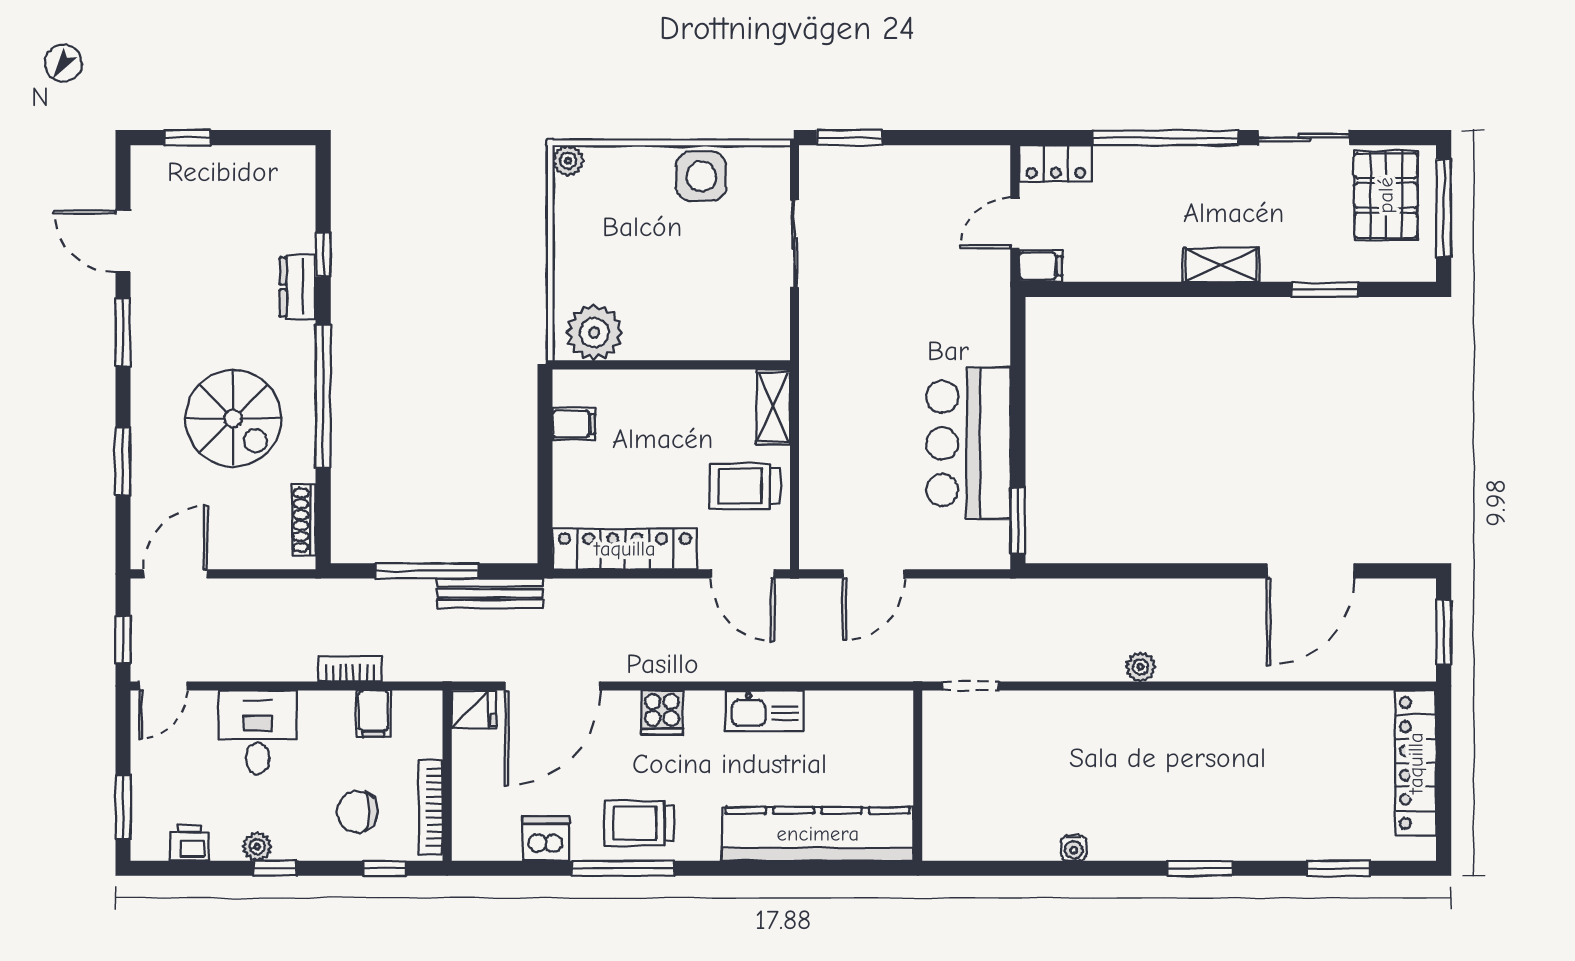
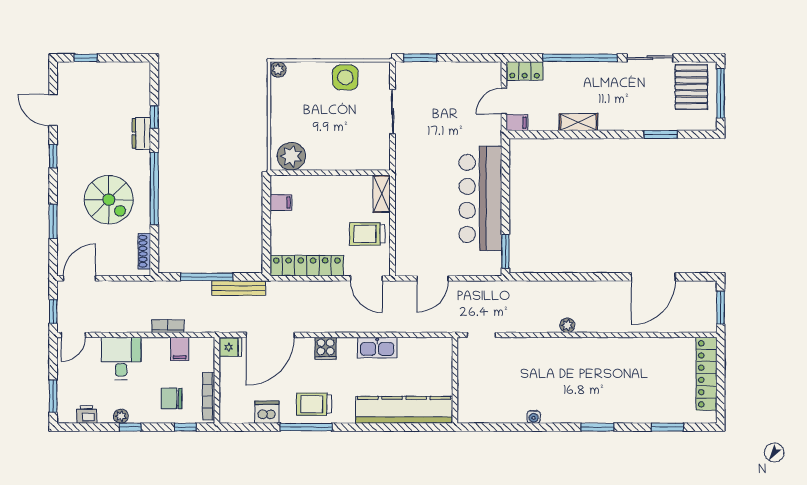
shelving: (1221, 265) -> (578, 122), moved
window: (123, 332) -> (53, 156), width x0.67
bar counter: (968, 443) -> (480, 198), width x1.36

